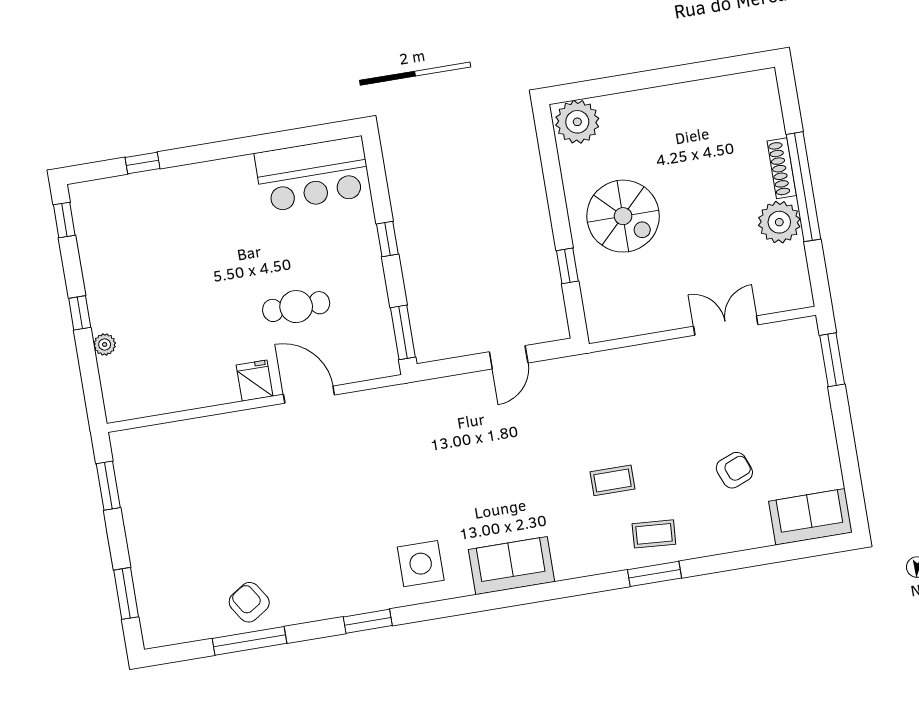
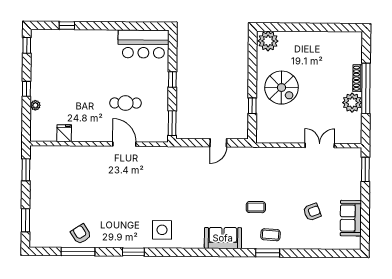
fridge: (255, 381) -> (64, 133), moved
sofa: (810, 517) -> (351, 218), moved, turned -90
sofa: (512, 566) -> (223, 238), moved

